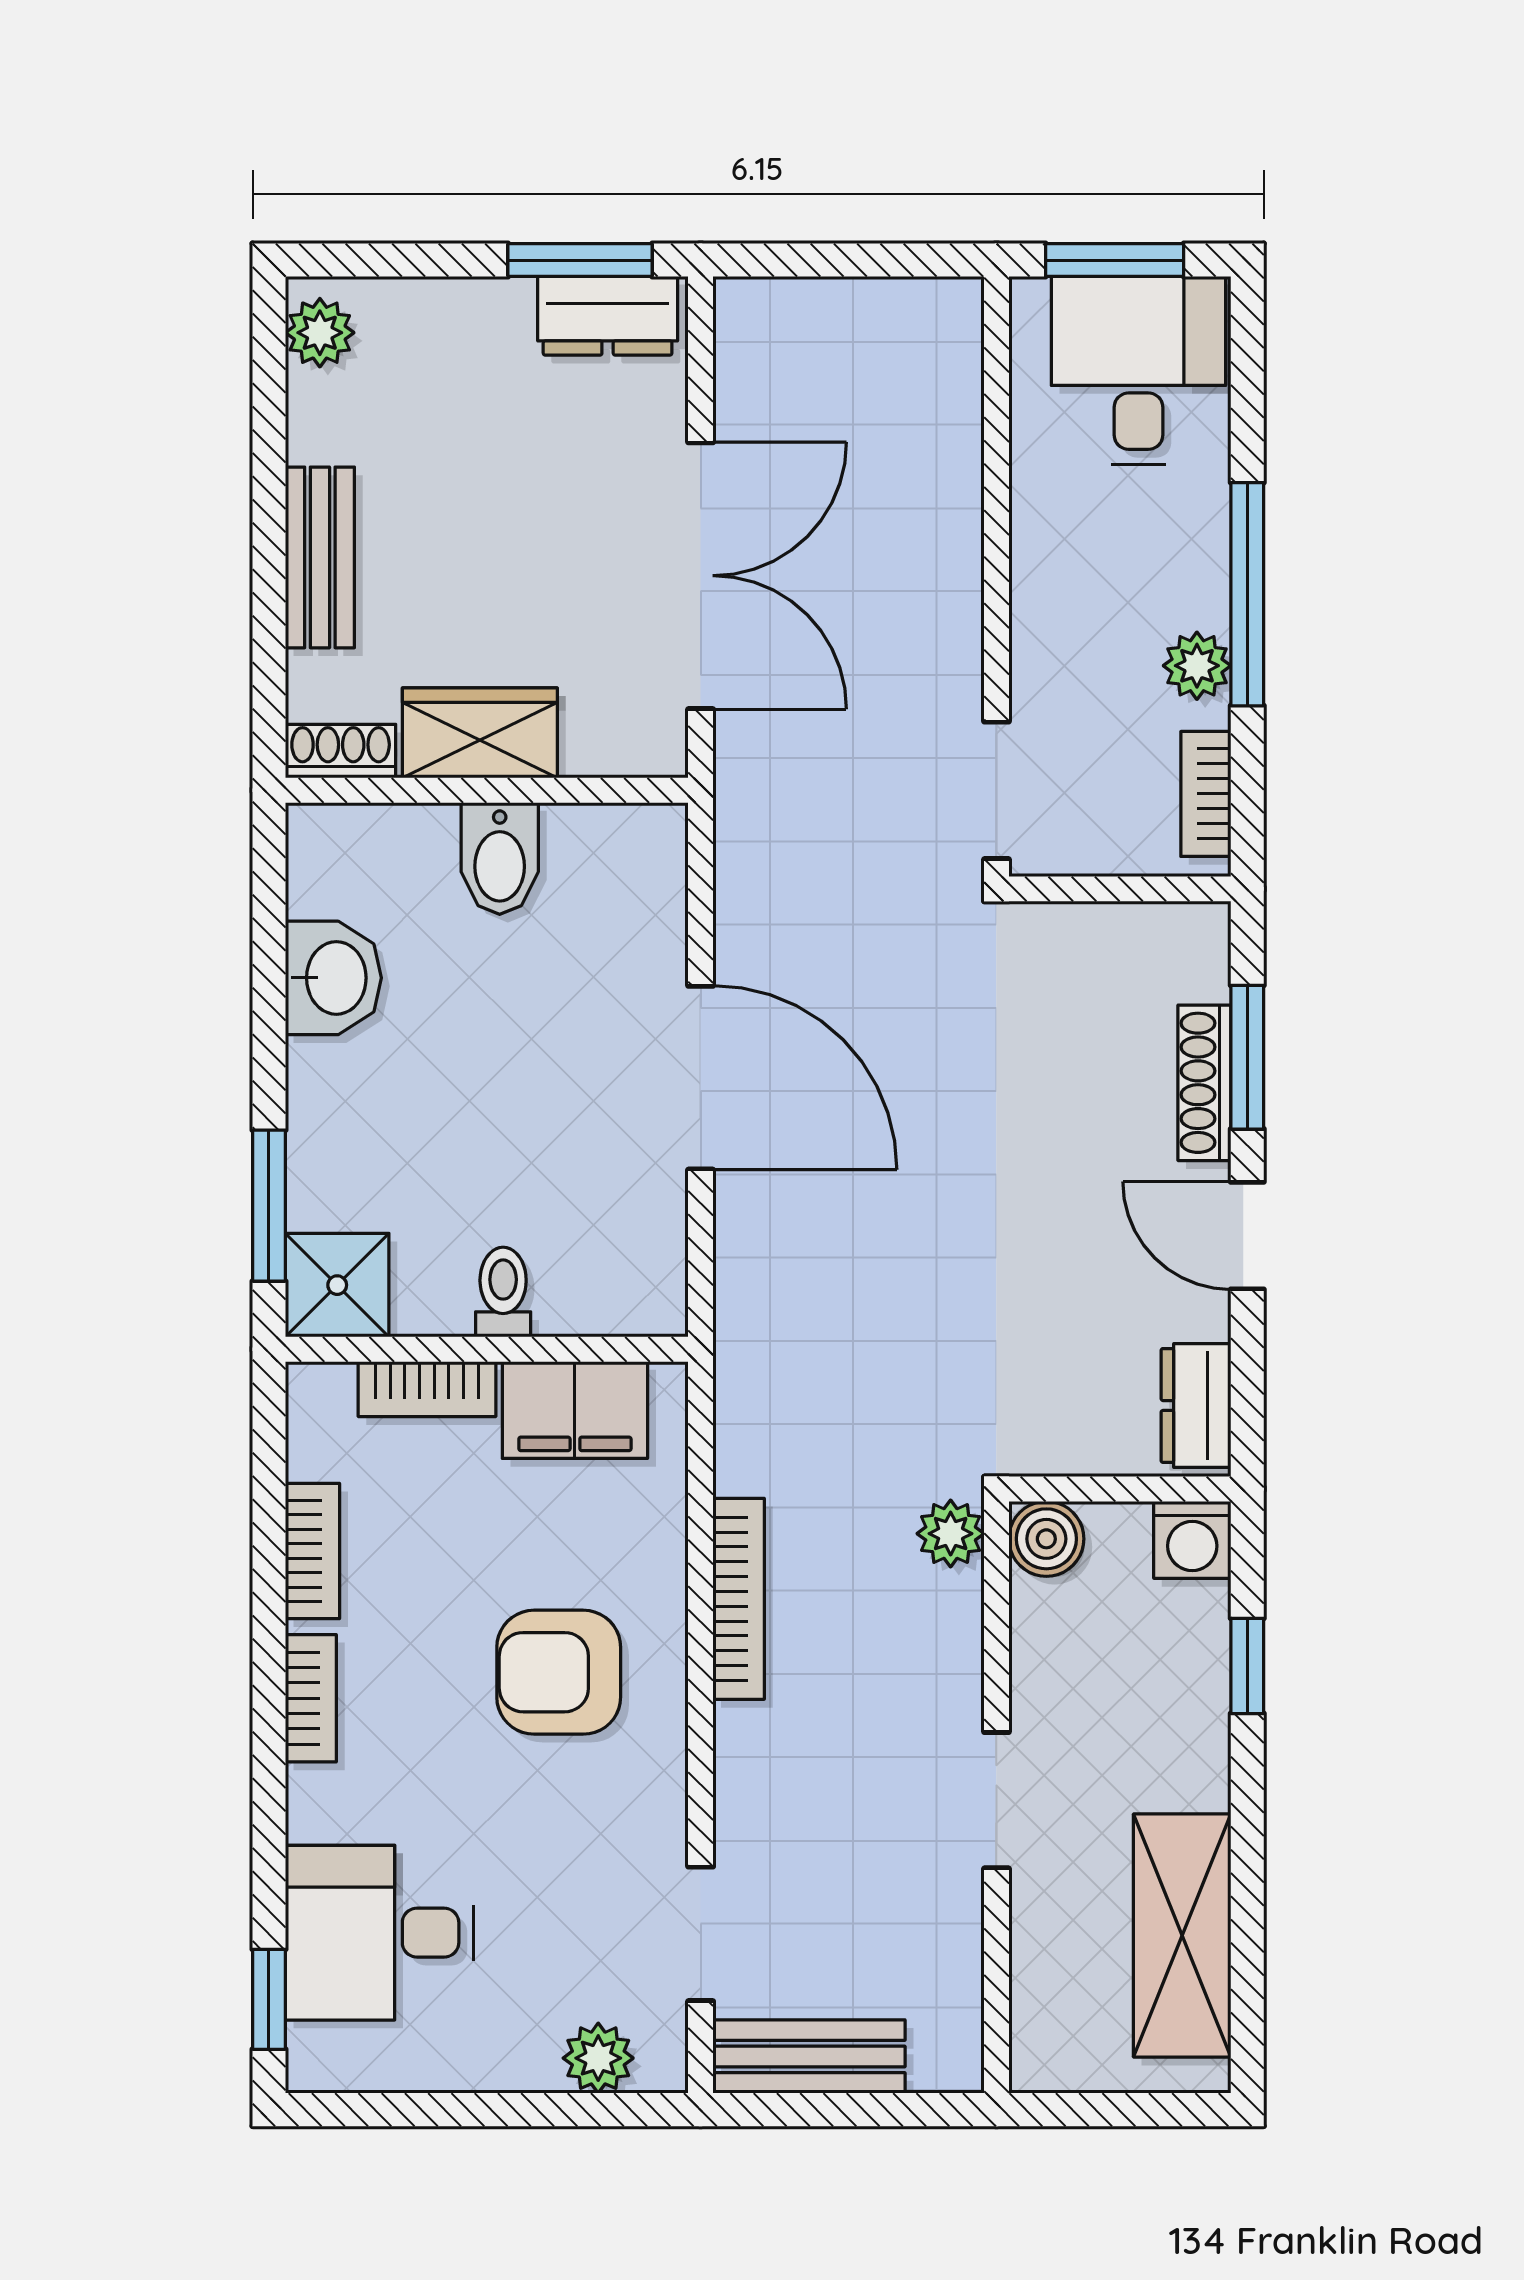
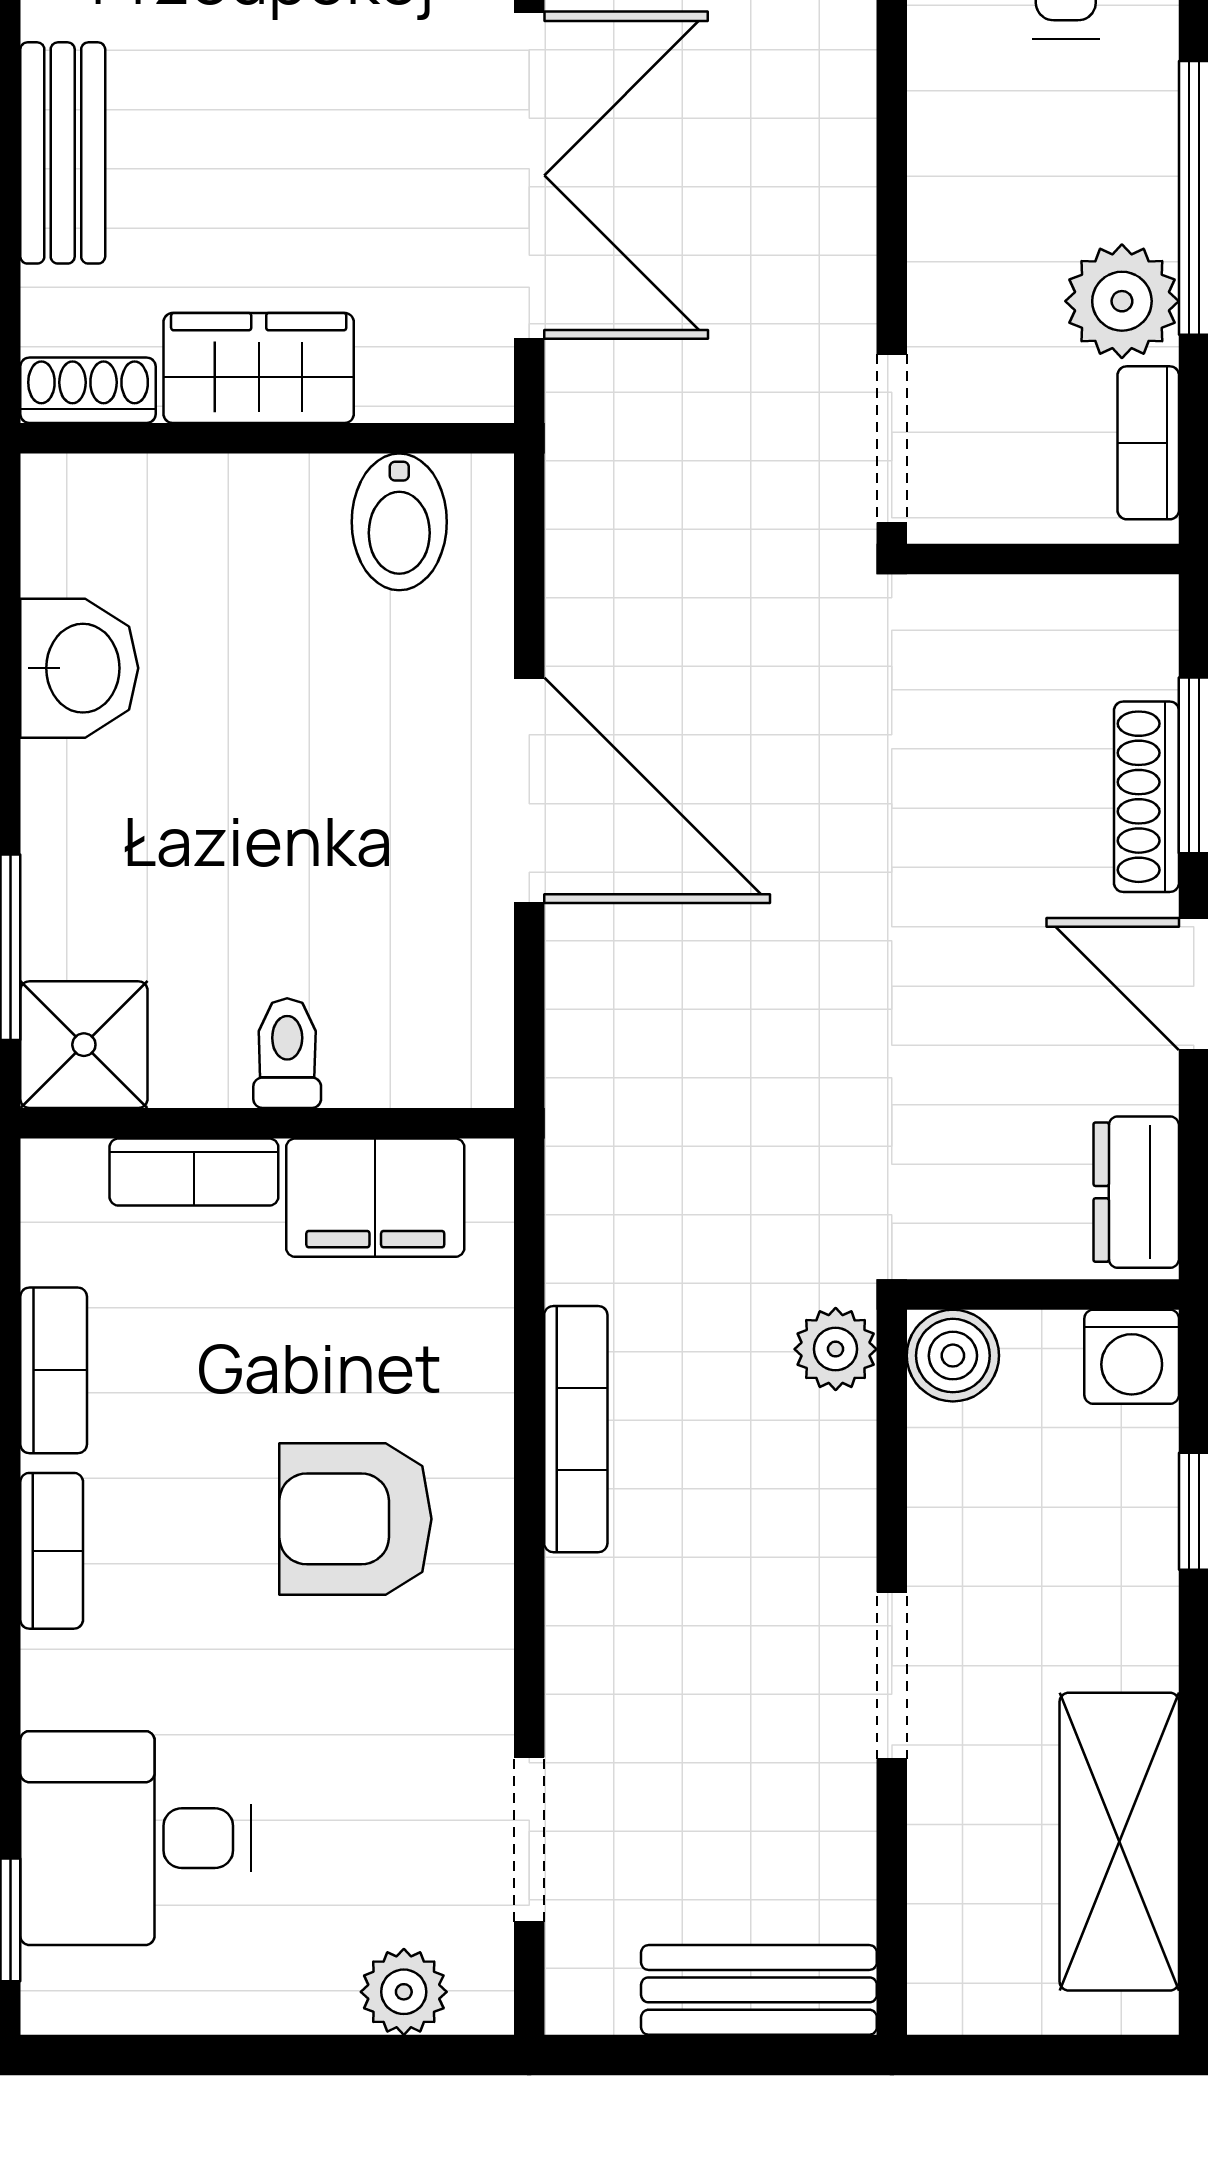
plant: (1197, 666) -> (1122, 301), width x1.38, depth x1.38
bidet: (500, 859) -> (399, 522), moved
bench: (809, 2056) -> (759, 1990), moved

